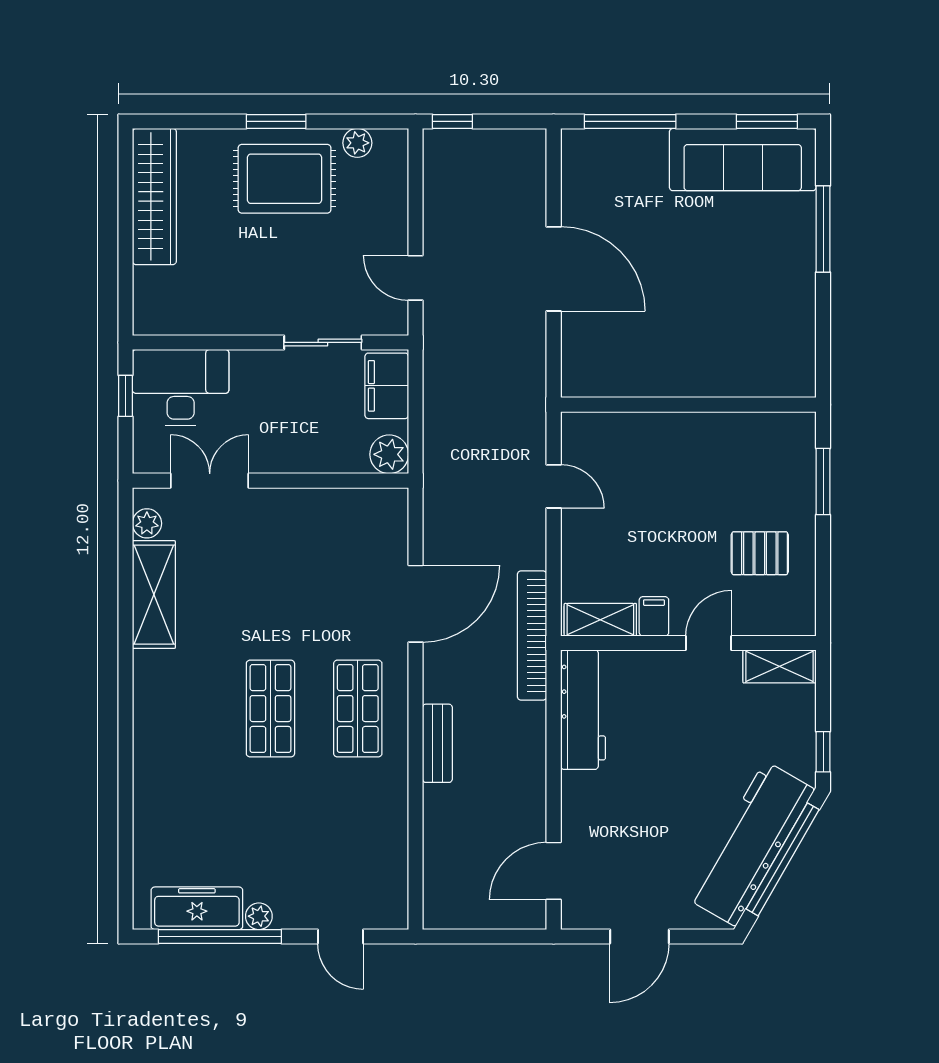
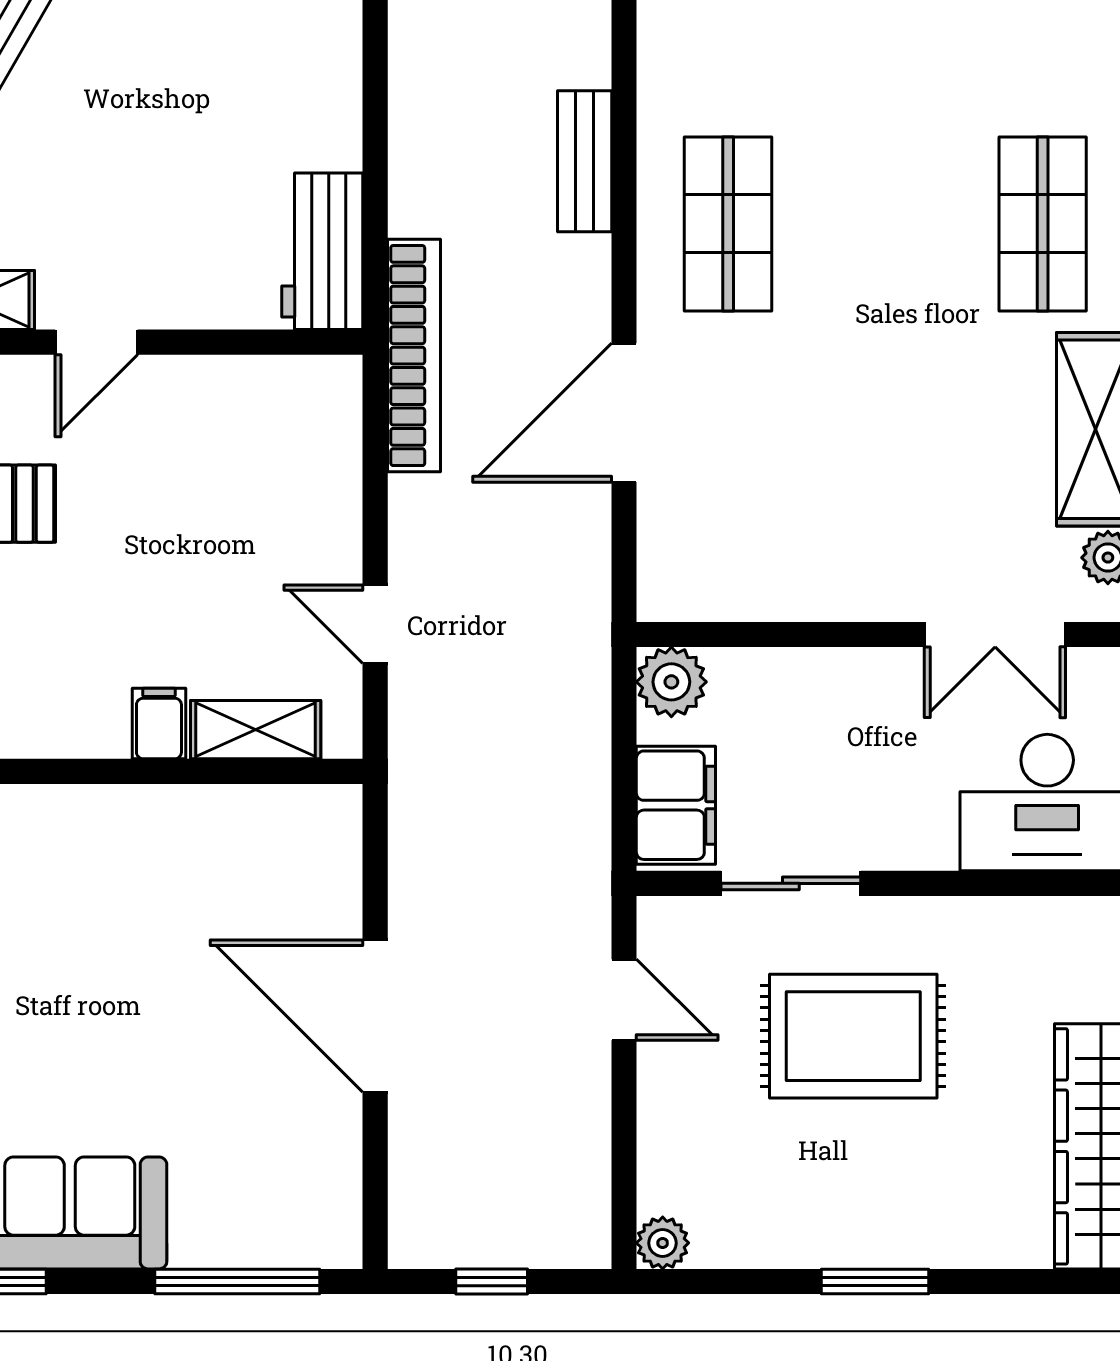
window: (452, 121) -> (492, 1282), moved
plant: (357, 143) -> (663, 1243), moved
rug: (285, 179) -> (853, 1036), moved
filing cabinet: (654, 616) -> (159, 724), moved, turned 180
shelving: (600, 620) -> (256, 730), moved
shop shelf: (270, 709) -> (1043, 224), moved
workbench: (583, 710) -> (322, 251), width x0.73

